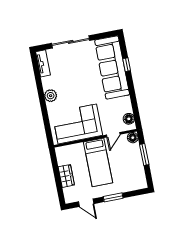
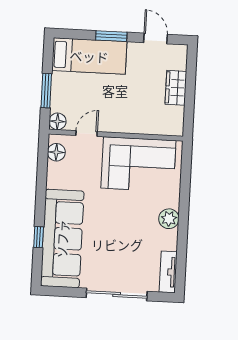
bed: (98, 162) -> (89, 56), moved, turned 90

